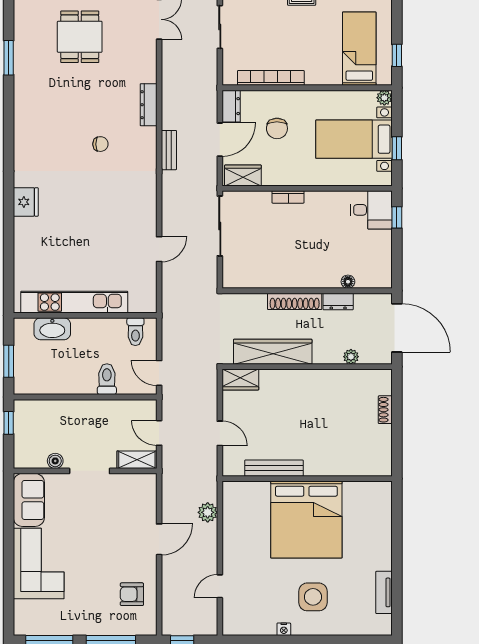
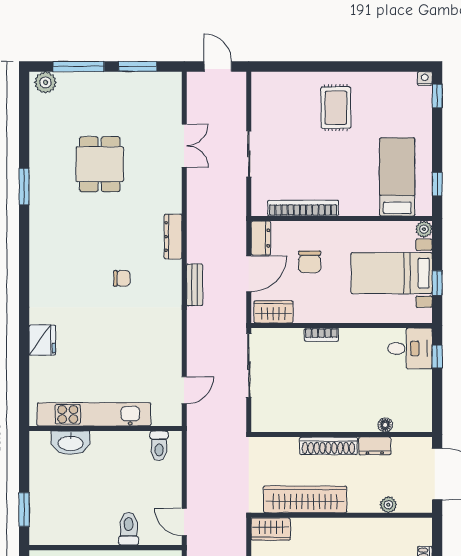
kitchen unit: (74, 302) -> (94, 414), moved
wall: (85, 315) -> (105, 428), moved
washbasin: (52, 329) -> (71, 443), moved
toilet: (135, 332) -> (159, 446), moved

